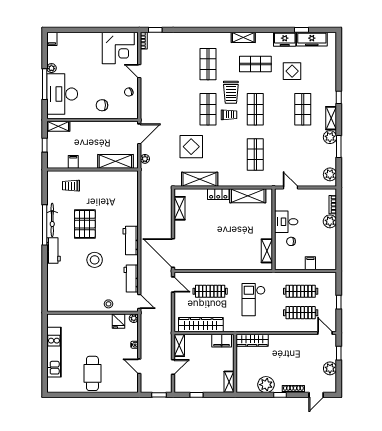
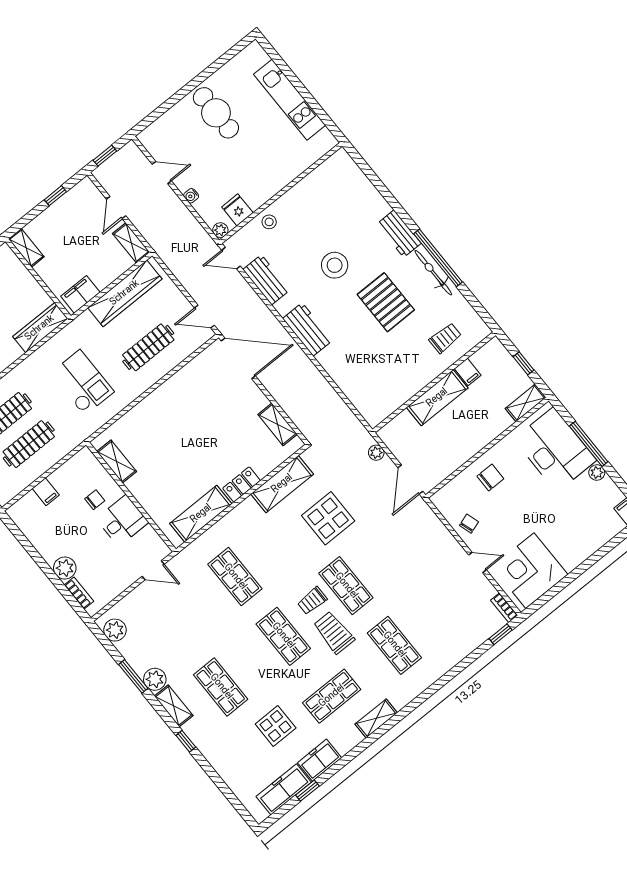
shelving: (115, 161) -> (437, 398), moved

